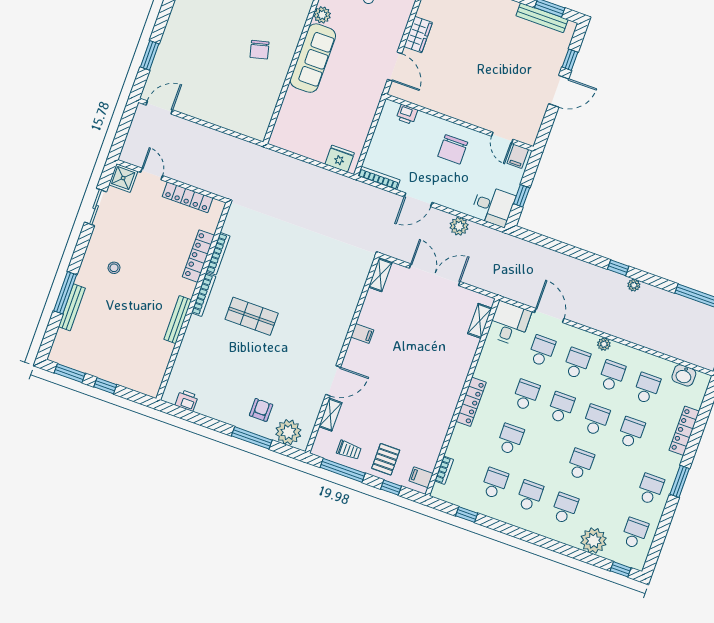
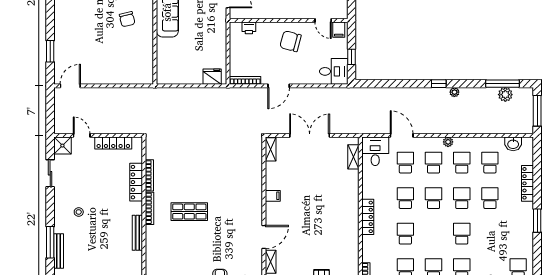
chair: (453, 149) -> (291, 41), turned 105
plant: (459, 226) -> (505, 95), moved
school desk: (650, 489) -> (518, 234), removed

